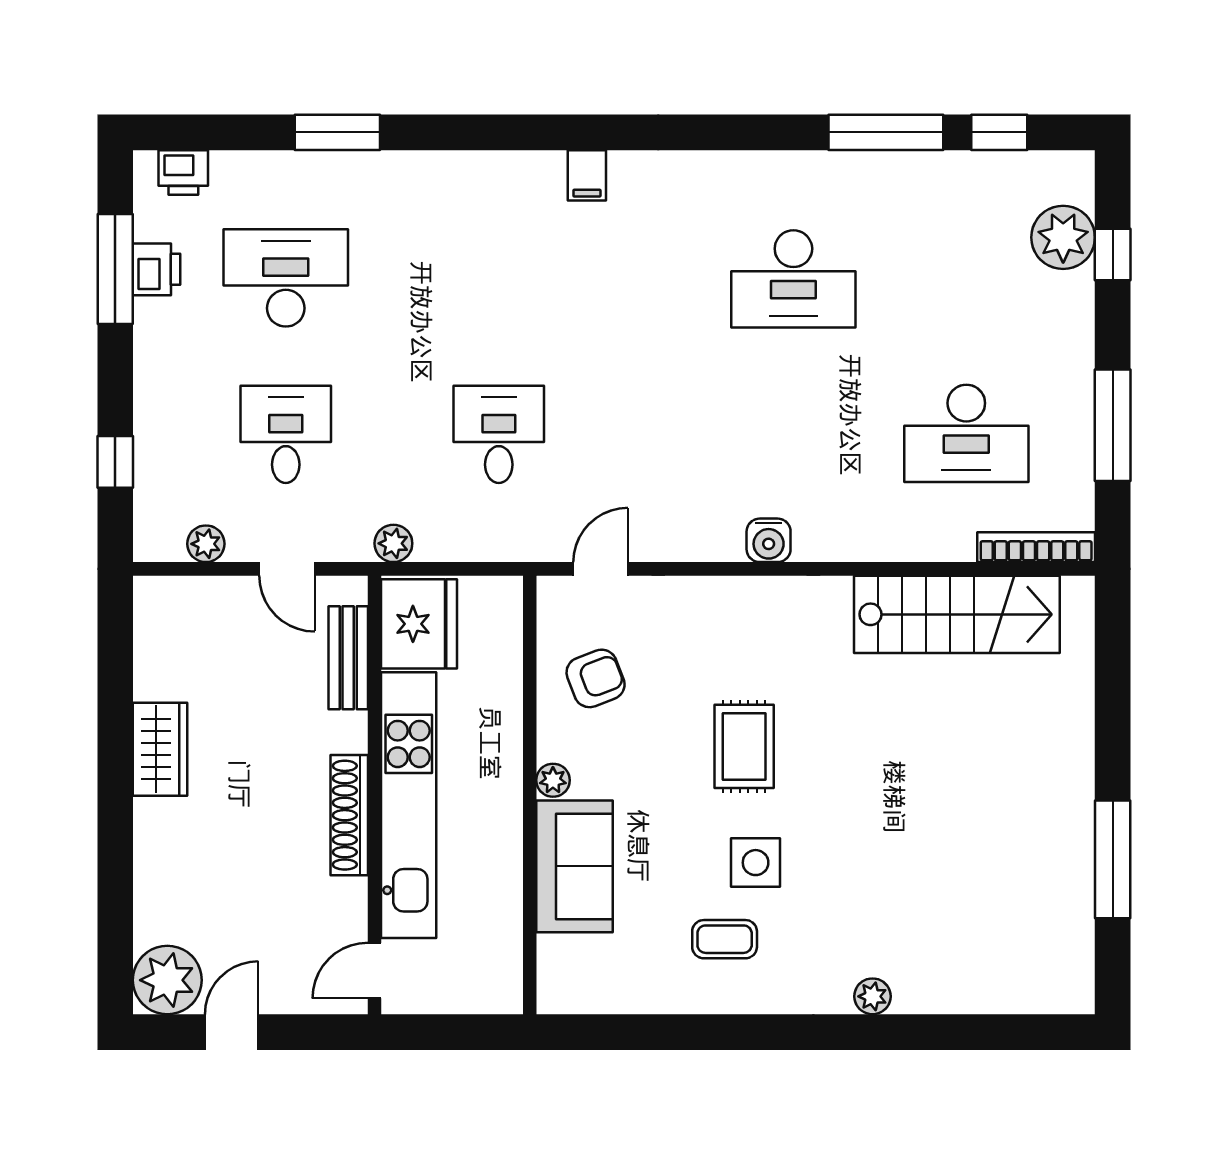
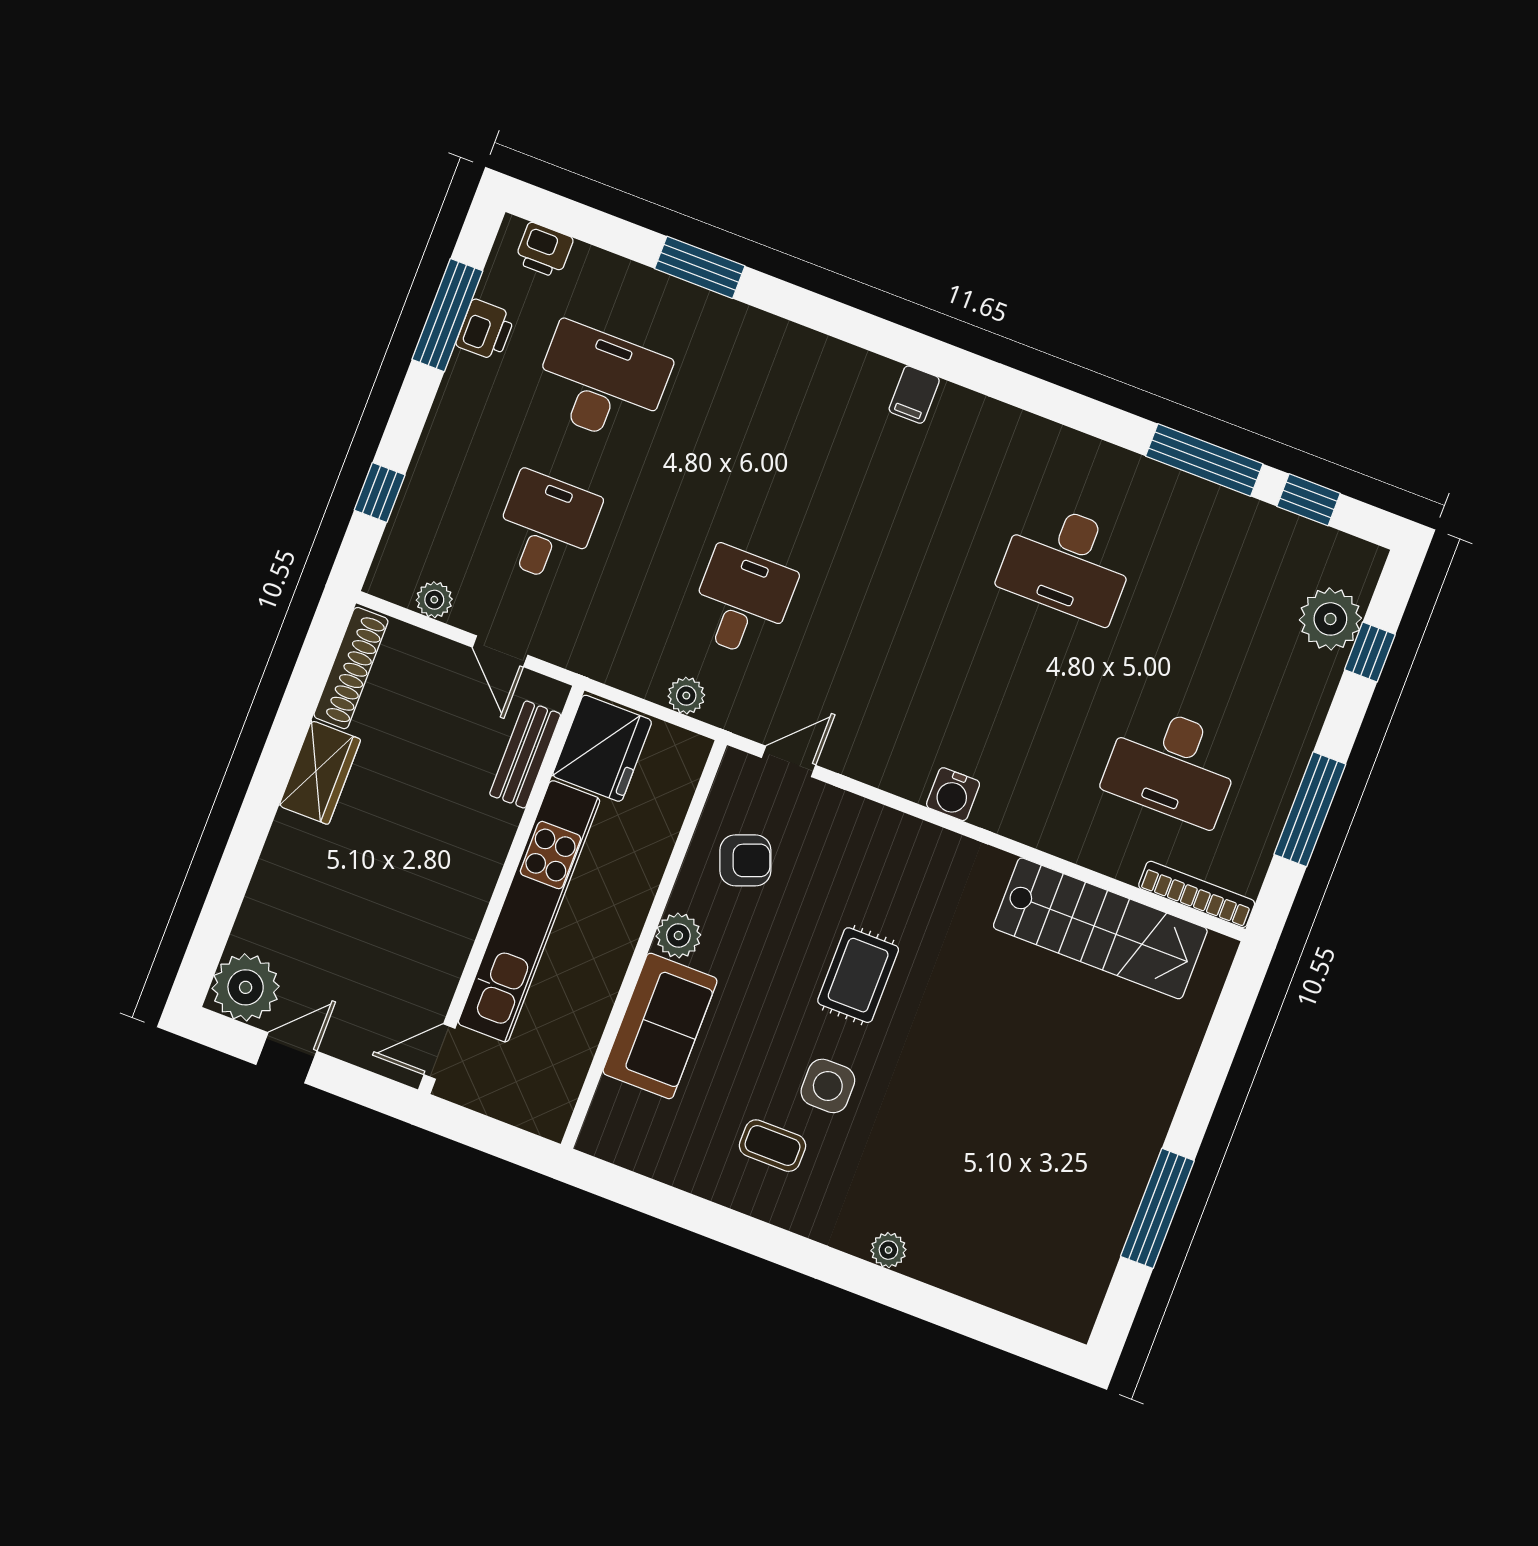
plant: (393, 543) -> (686, 696), moved
plant: (553, 780) -> (678, 936), width x1.38, depth x1.38
shoe rack: (349, 815) -> (351, 668), moved, turned 180

